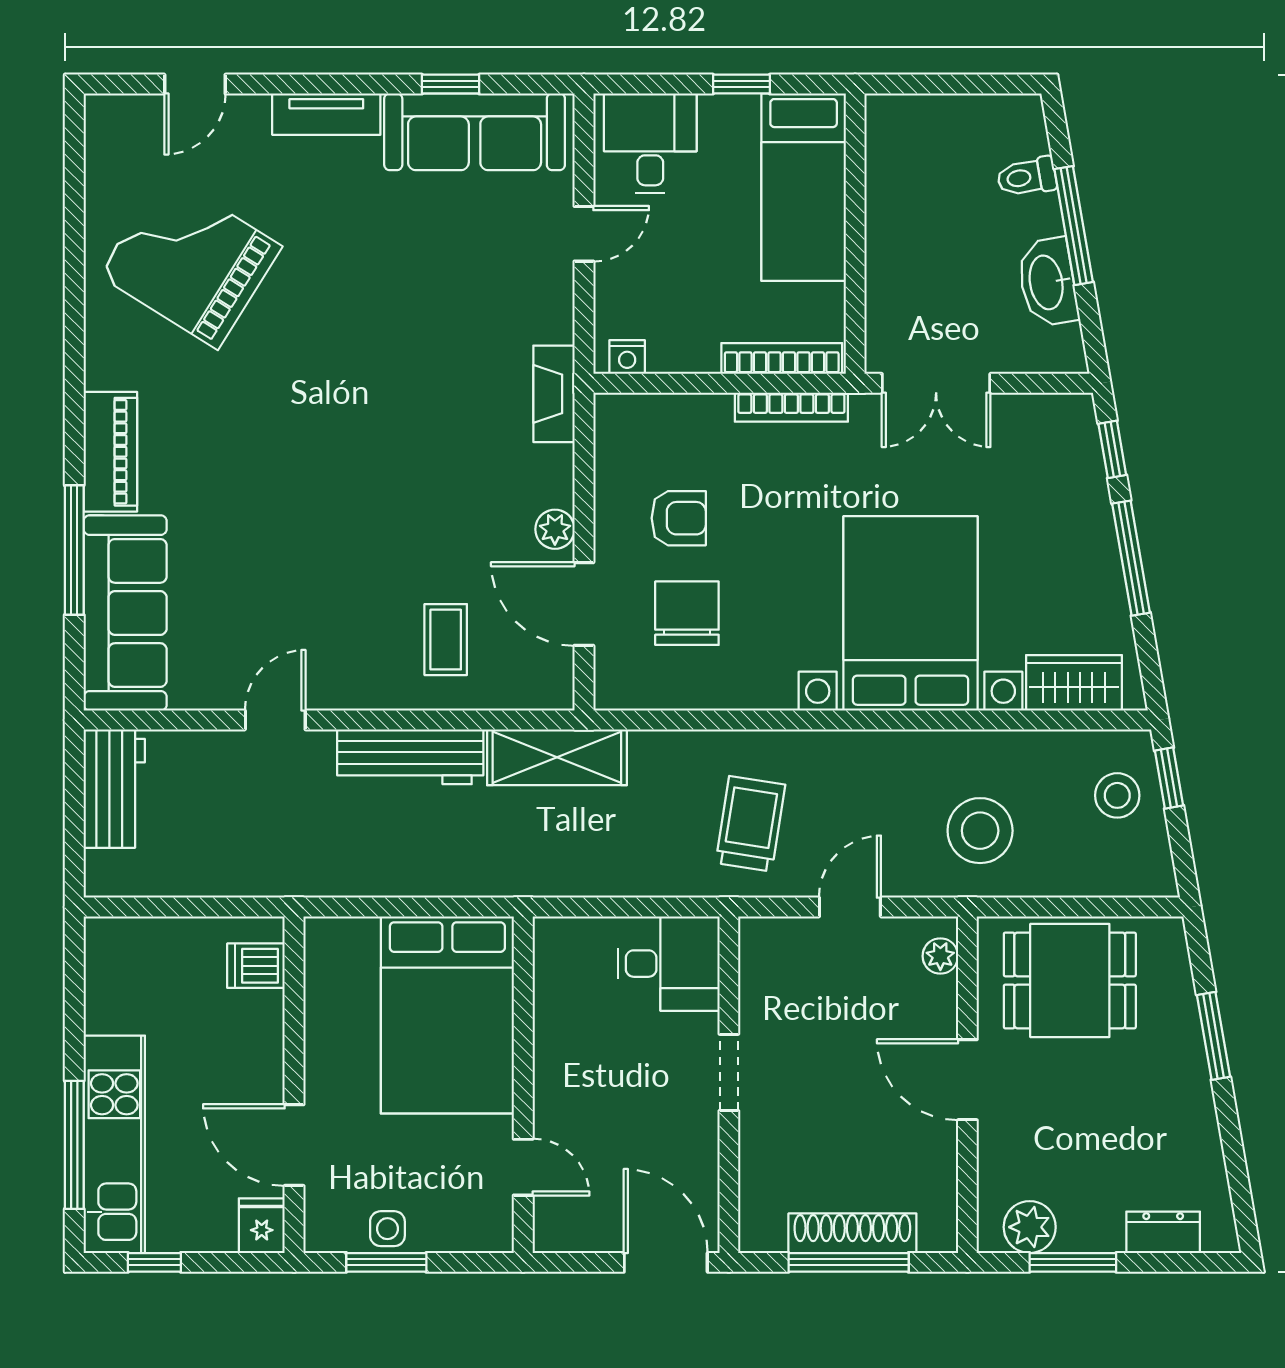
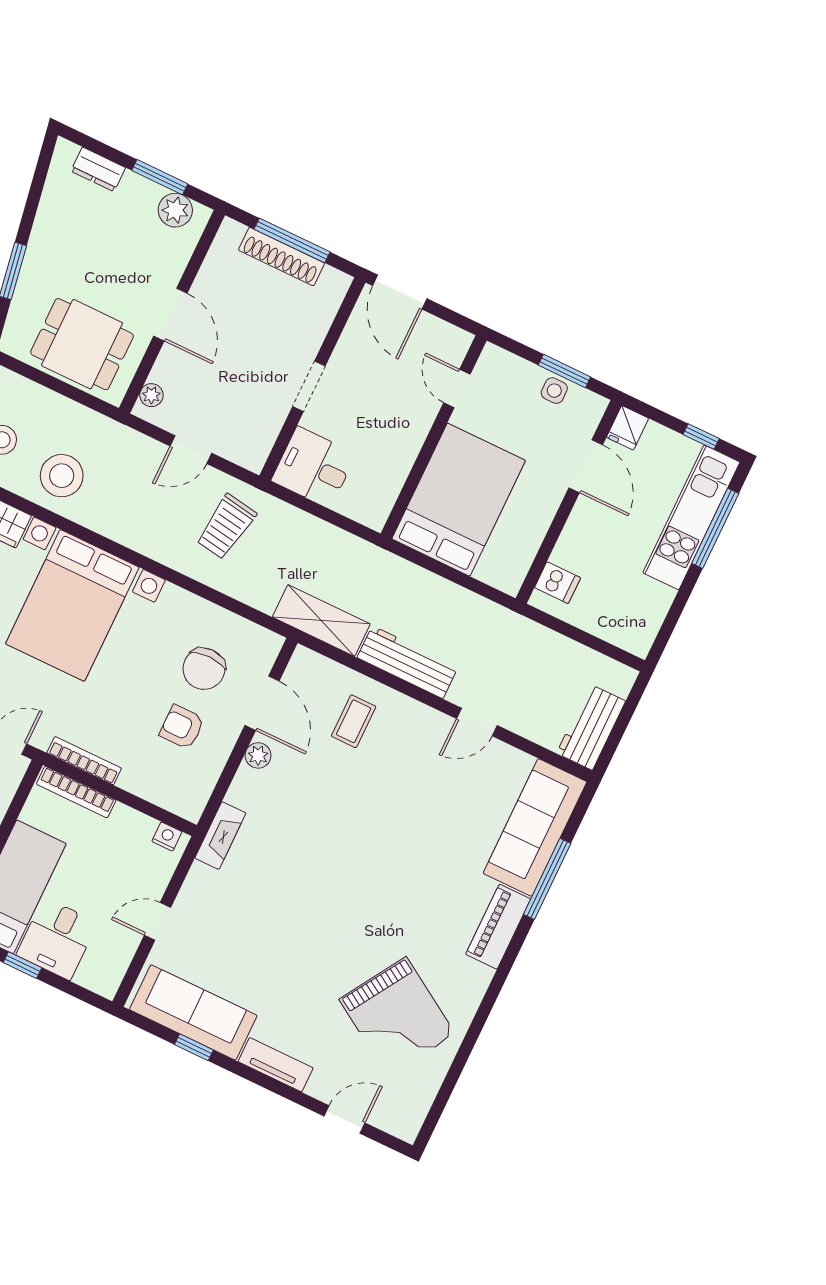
desk: (650, 143) -> (57, 939), moved
stool: (980, 831) -> (62, 476), moved

